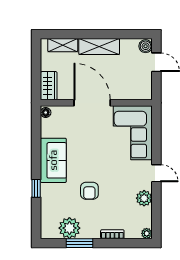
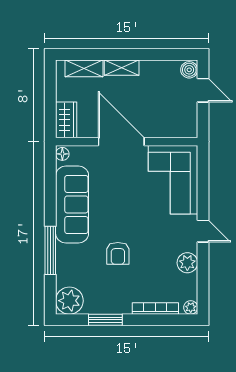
shelving: (99, 46) -> (122, 68), width x0.67, depth x0.75
sofa: (53, 160) -> (72, 204), width x1.36
window: (36, 188) -> (50, 250), width x2.17
plant: (69, 228) -> (69, 301), moved
bookcase: (112, 234) -> (155, 308), width x1.56

